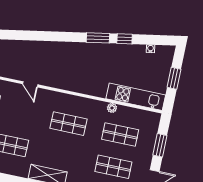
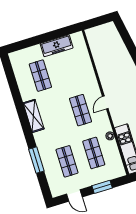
door: (30, 84) -> (105, 102), moved

